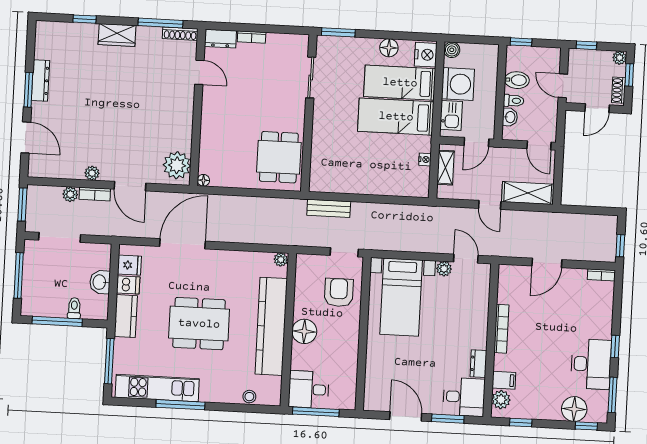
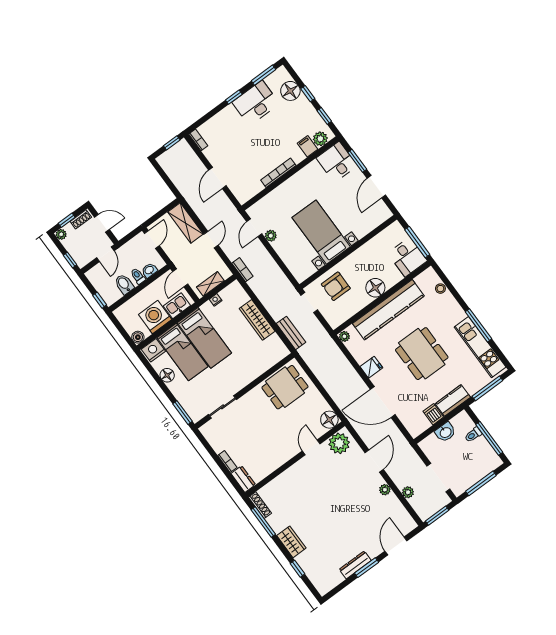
door: (199, 72) -> (311, 447), moved
door: (476, 142) -> (180, 278), swing flipped
floor lamp: (203, 180) -> (329, 420), width x1.89, depth x1.89
wardrobe: (370, 185) -> (257, 320), added
bookcase: (95, 194) -> (242, 270), moved
door: (547, 263) -> (217, 178), swing flipped
fridge: (129, 265) -> (371, 367), moved, turned 90
bed with nightstands: (401, 297) -> (321, 232), moved, turned -90
dresser: (478, 364) -> (310, 169), removed
window: (586, 426) -> (308, 94), moved

